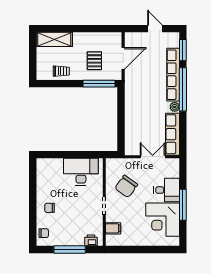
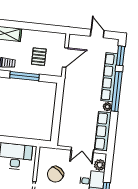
window: (99, 84) -> (24, 76), moved
double door: (153, 157) -> (82, 150), swing flipped
plant: (173, 171) -> (100, 165), added

